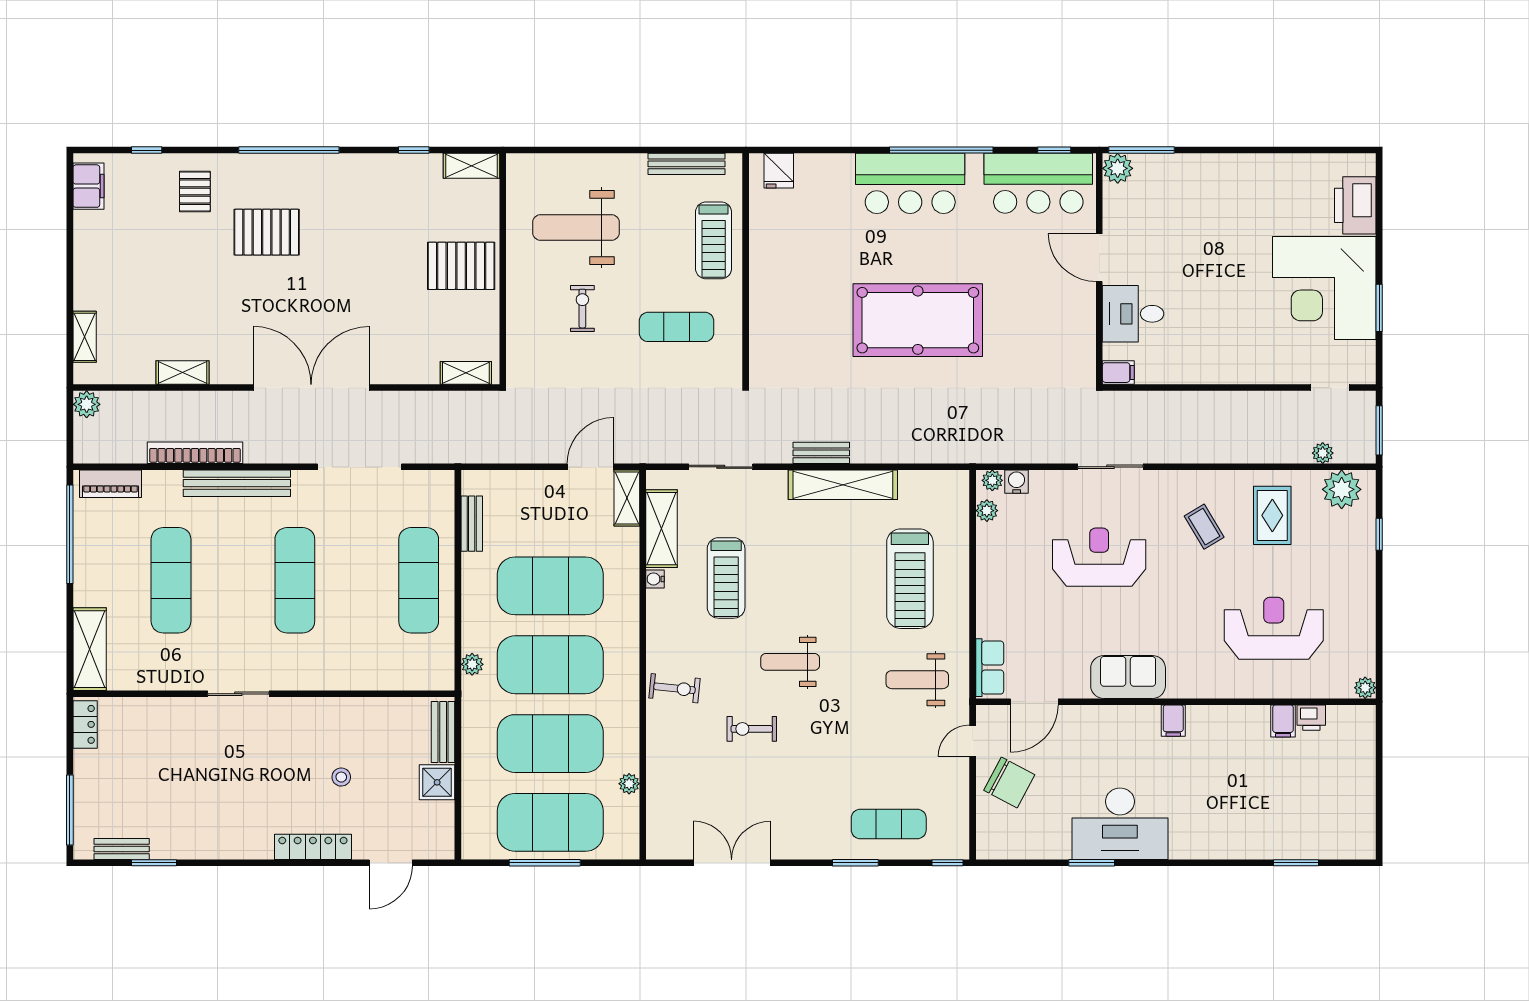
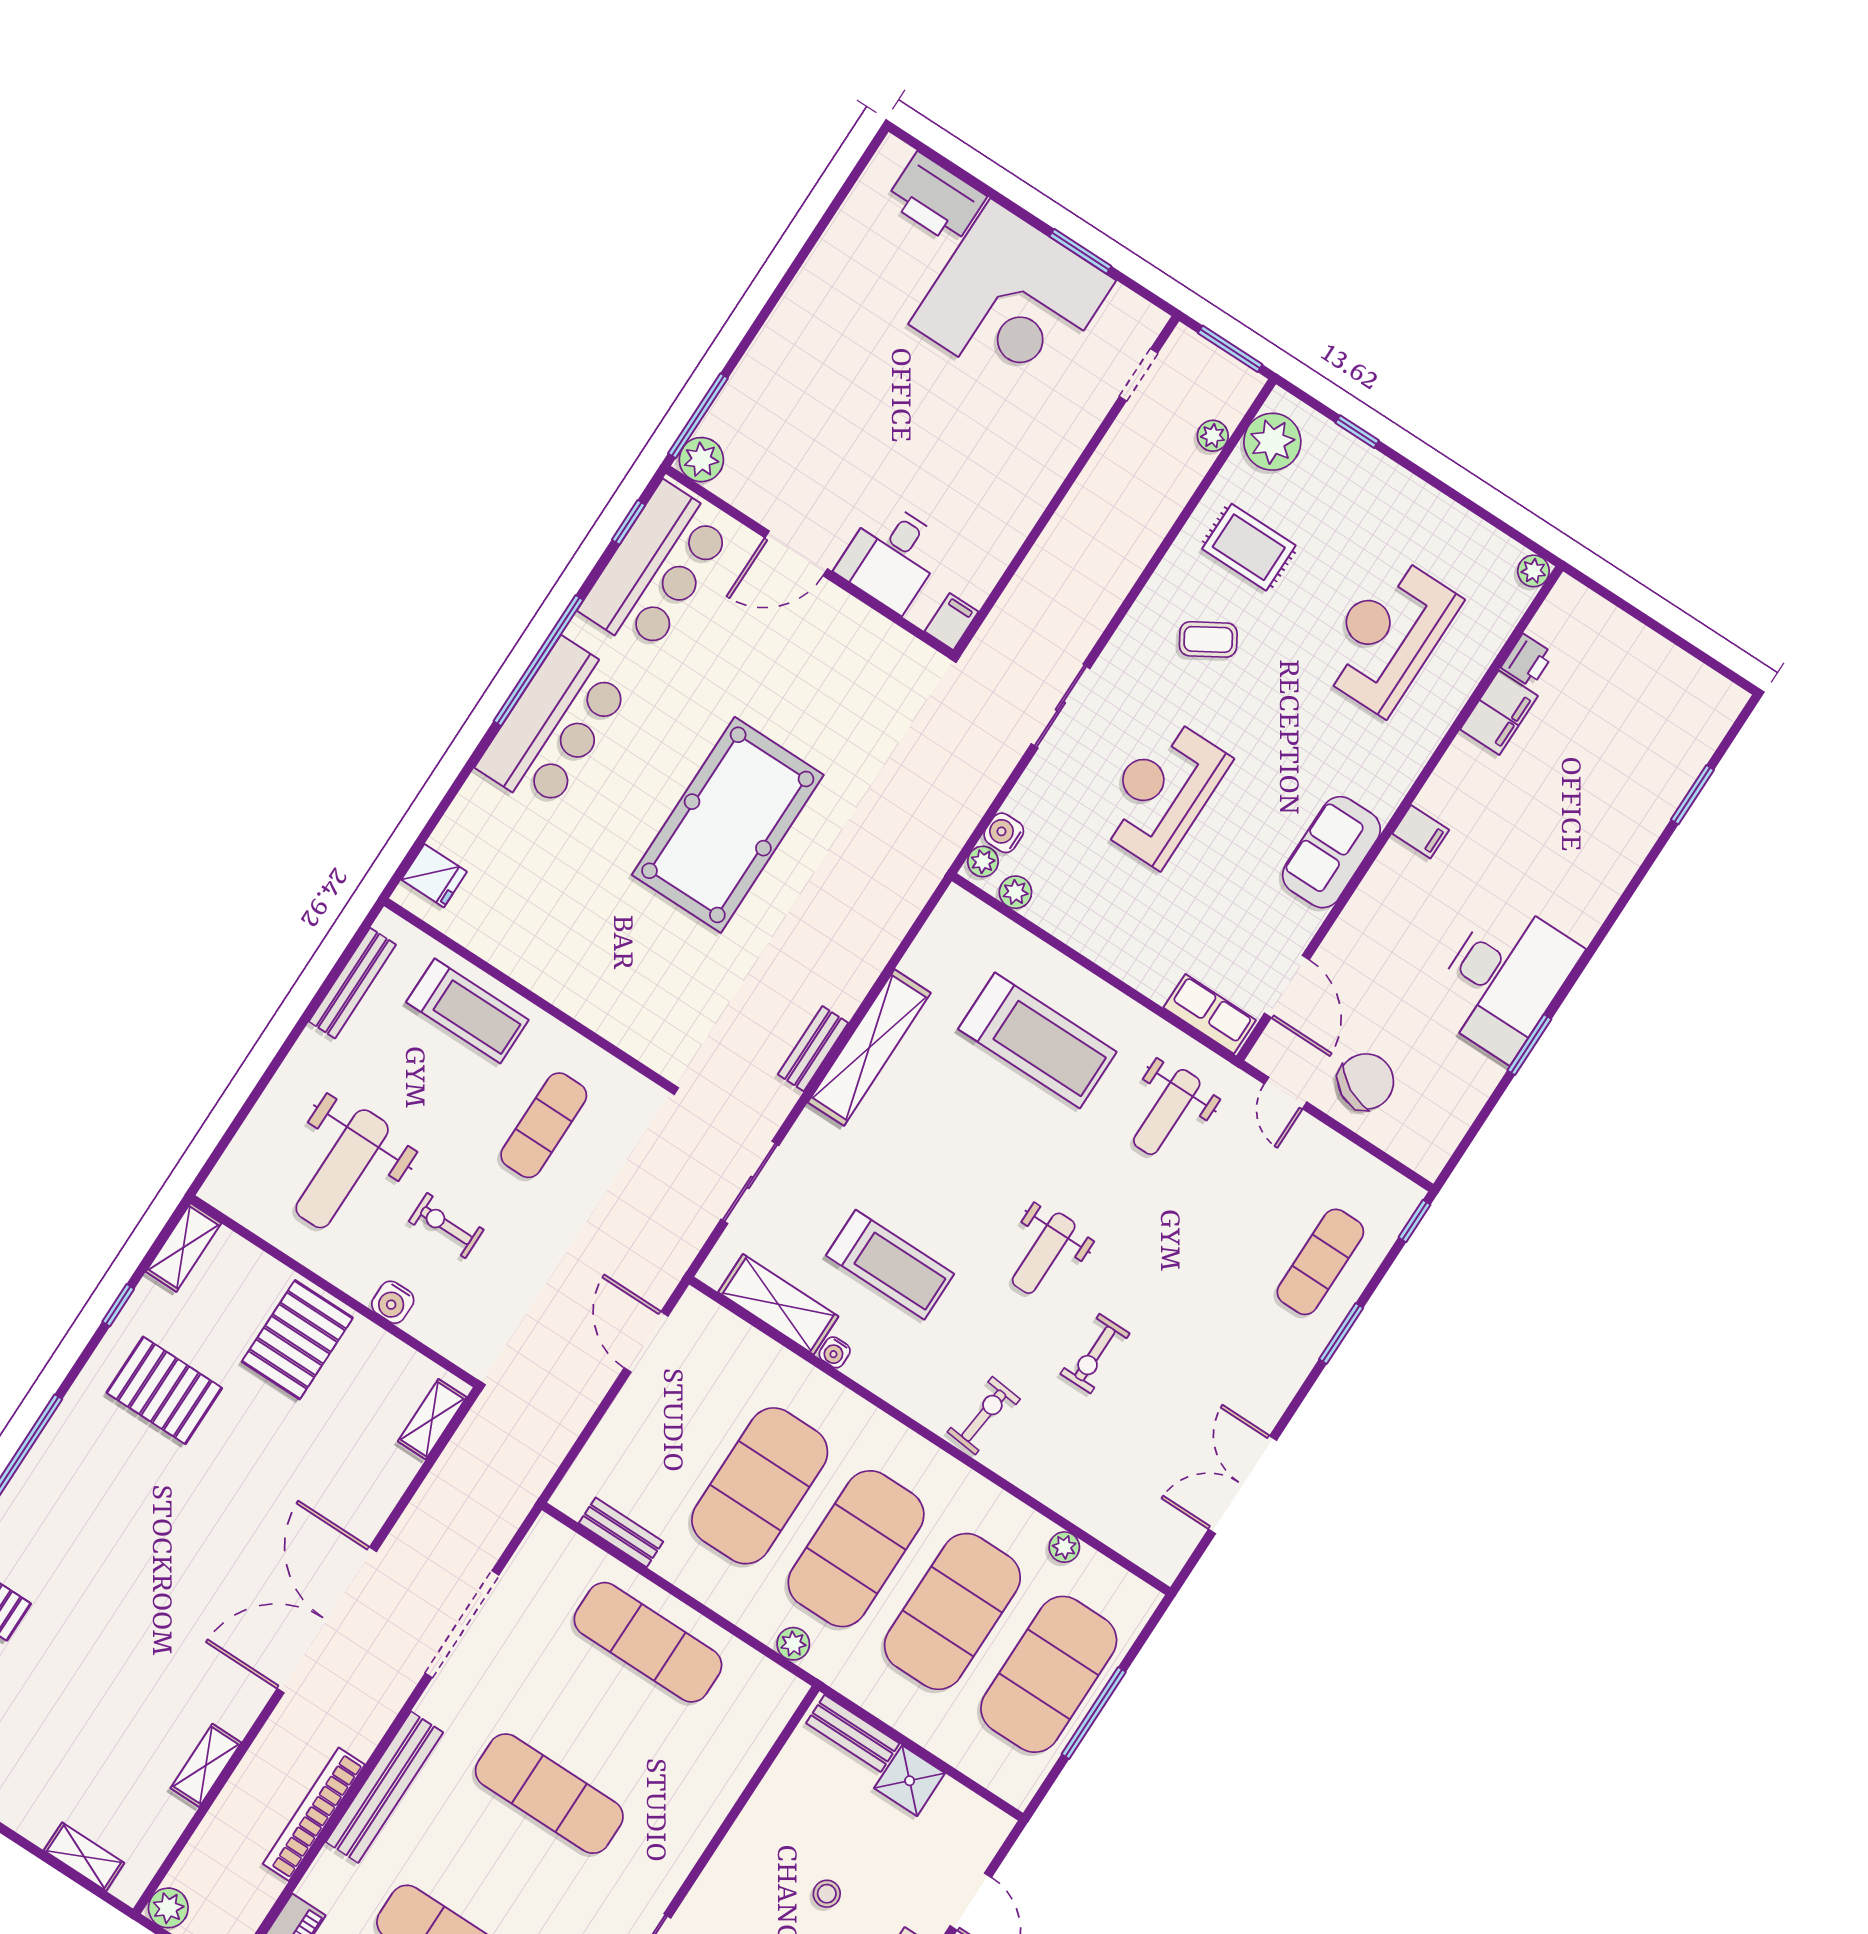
pallet: (267, 232) -> (164, 1390), moved, turned 90
water cooler: (518, 306) -> (393, 1302), added
shelving: (627, 498) -> (713, 1322), removed
filing cabinet: (1283, 721) -> (1499, 713), width x2.00

